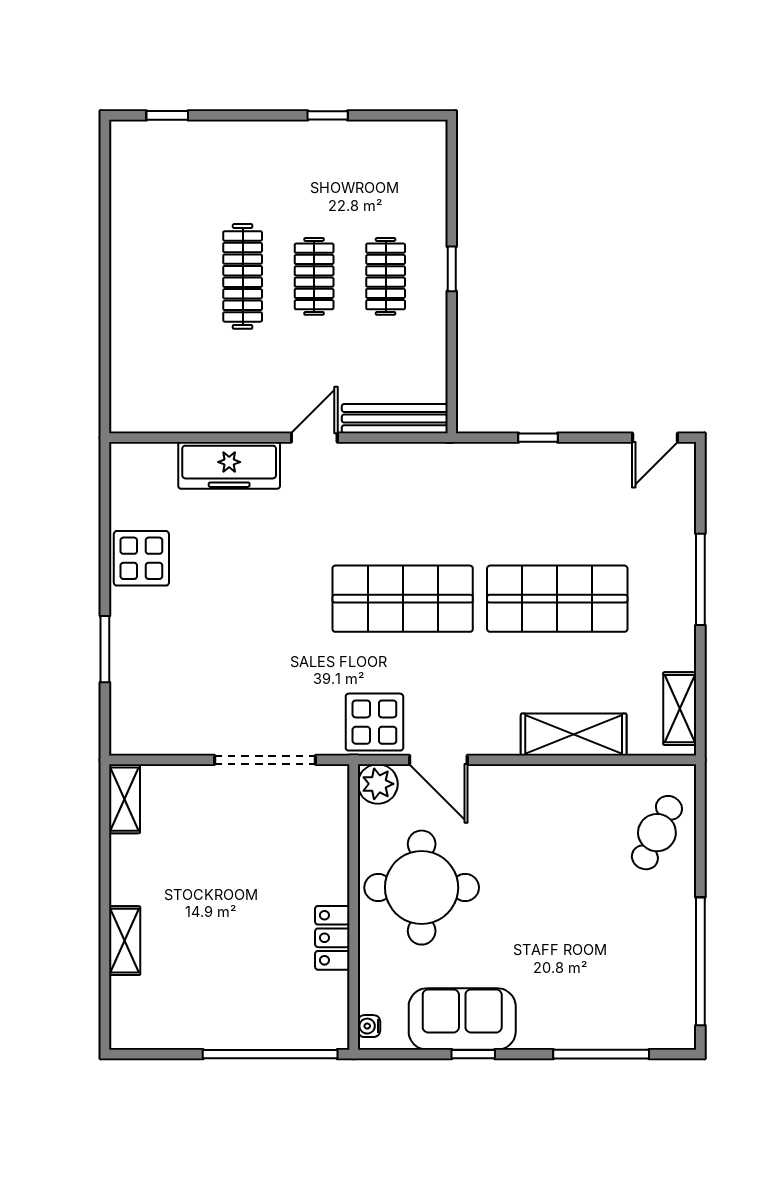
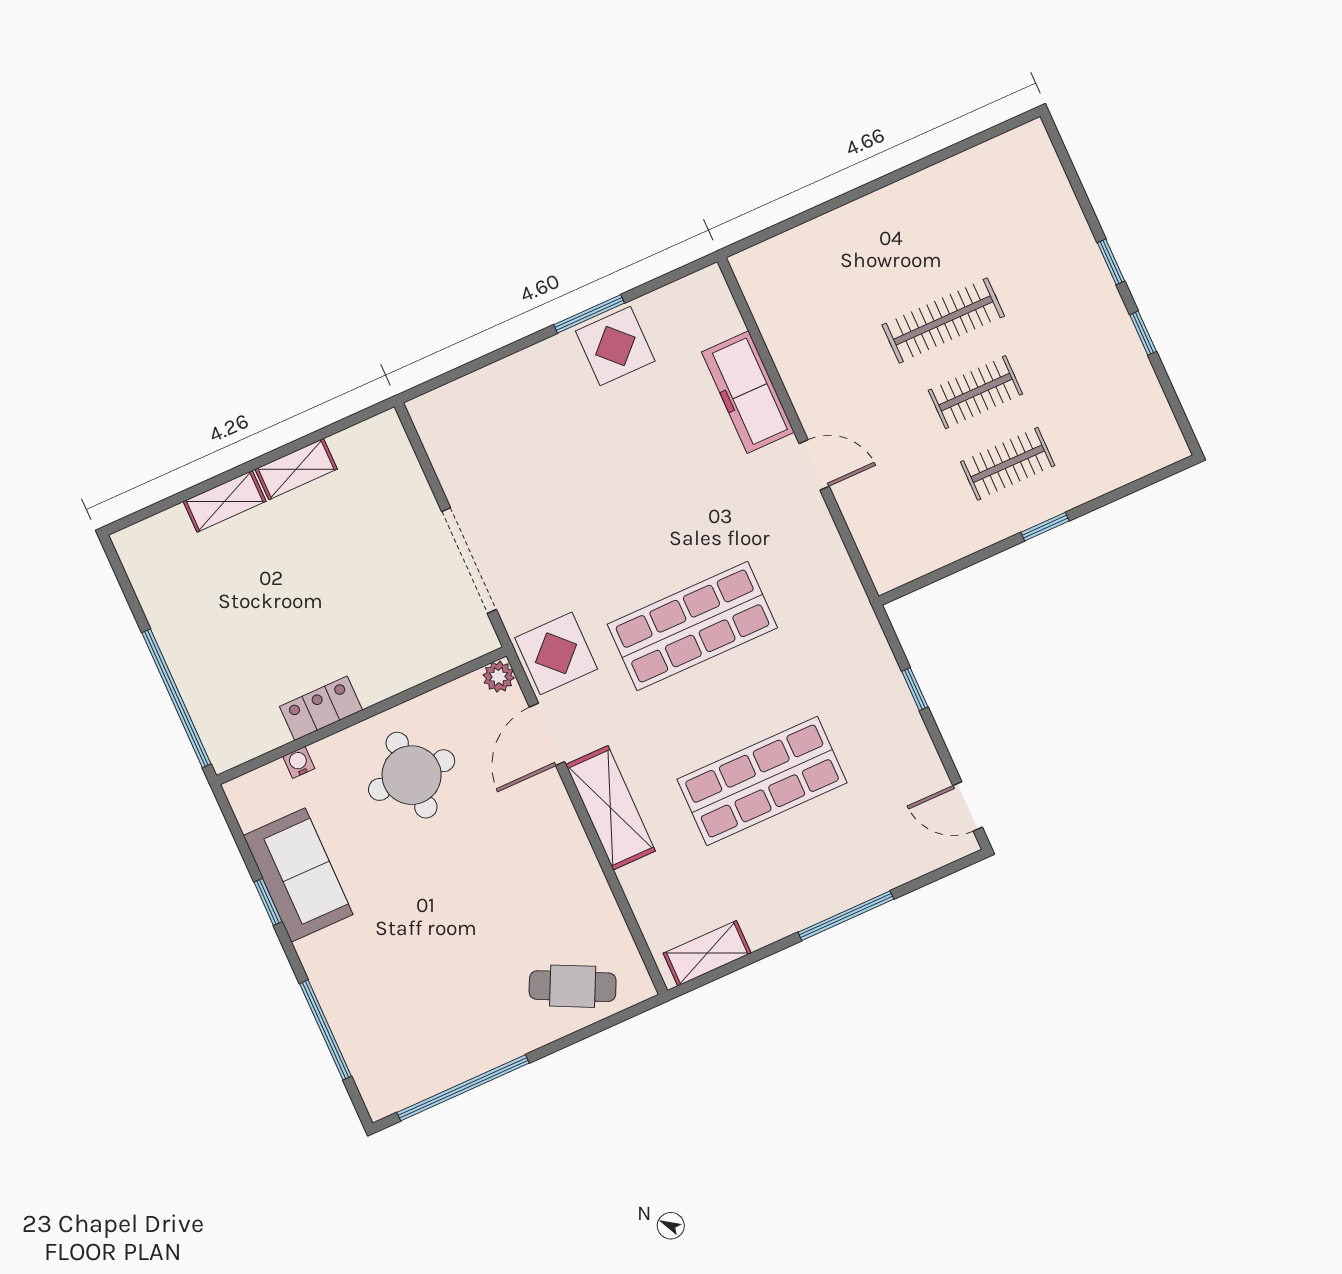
window: (167, 115) -> (1111, 262), moved
bench: (395, 419) -> (869, 537), removed
shop shelf: (403, 599) -> (692, 626), turned 90
shop shelf: (557, 599) -> (762, 781), turned 90
window: (105, 649) -> (589, 314), moved
shelving: (574, 735) -> (610, 808), moved
plant: (378, 784) -> (499, 677), width x0.73, depth x0.73
shelving: (125, 799) -> (296, 469), moved
round table: (422, 888) -> (412, 775), width x0.73, depth x0.73
water cooler: (369, 1026) -> (299, 762), moved

